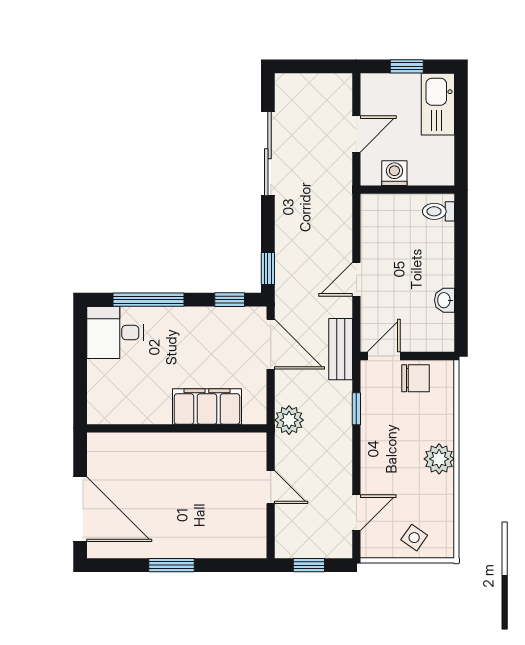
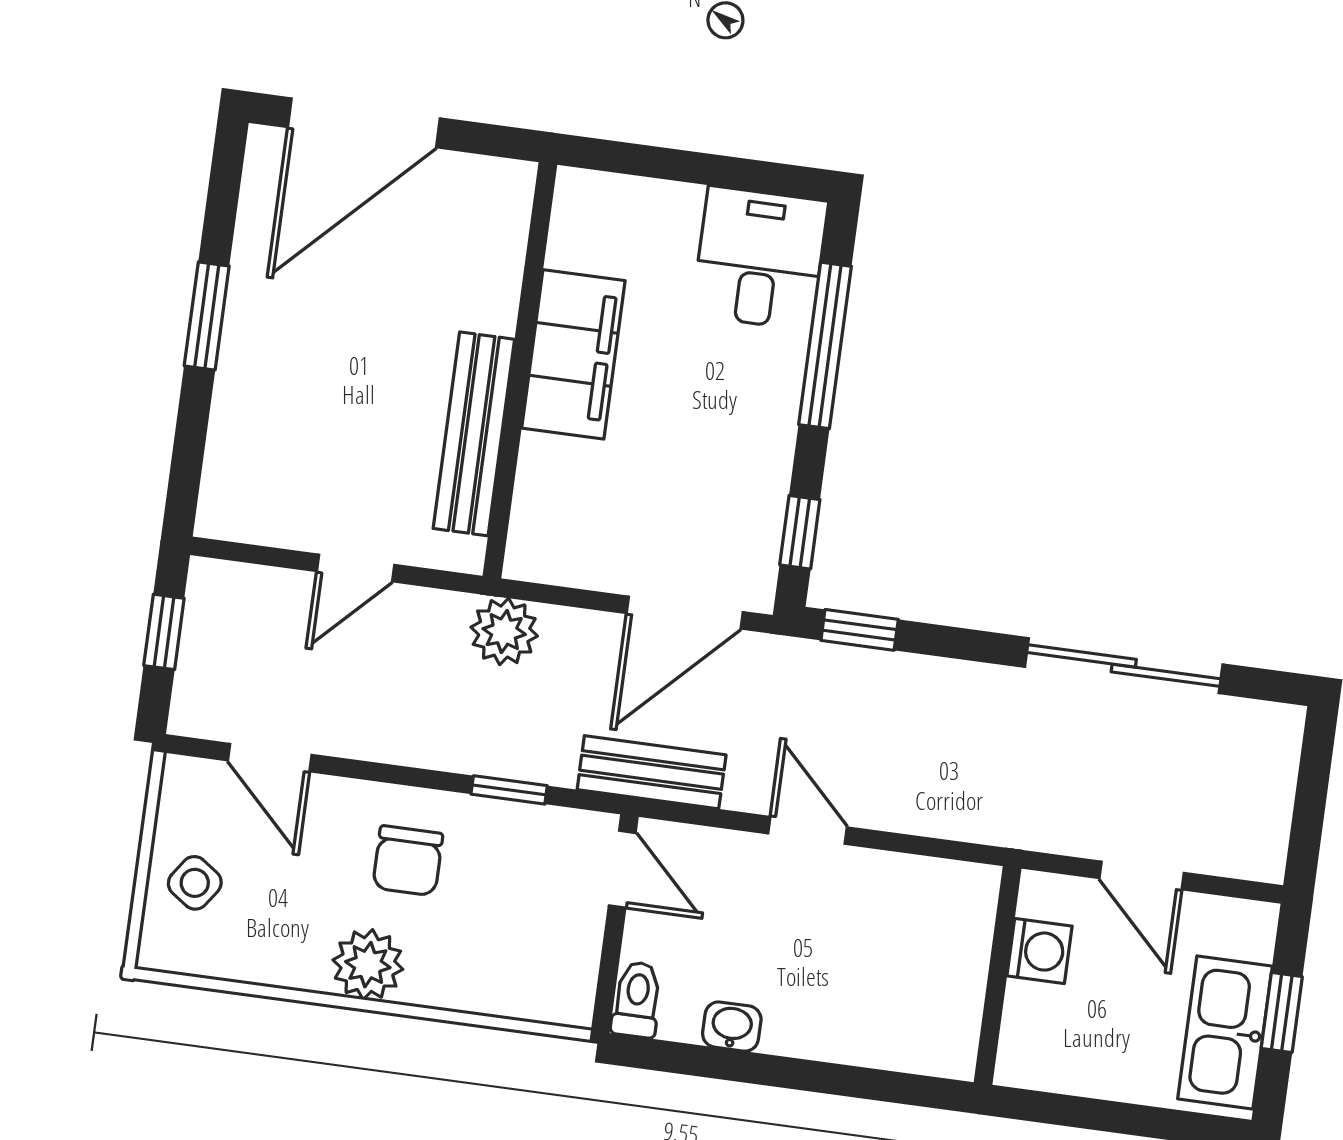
kitchen sink: (438, 104) -> (1225, 1032), moved, turned -90
toilet: (438, 211) -> (637, 1000), moved
chair: (416, 378) -> (408, 861), moved
filing cabinet: (207, 407) -> (573, 354), moved
bench: (206, 444) -> (474, 434), added

